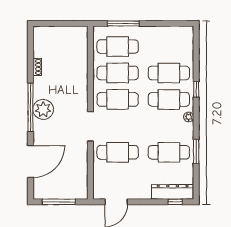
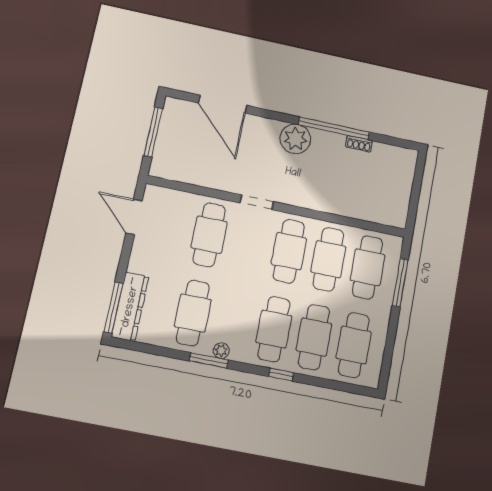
cafe table: (169, 47) -> (354, 345), added
window: (30, 107) -> (334, 128), moved
plant: (189, 117) -> (221, 351), moved
doorway: (90, 126) -> (257, 202), width x0.73
window: (196, 151) -> (209, 360), moved
window: (175, 202) -> (114, 307), width x2.17

